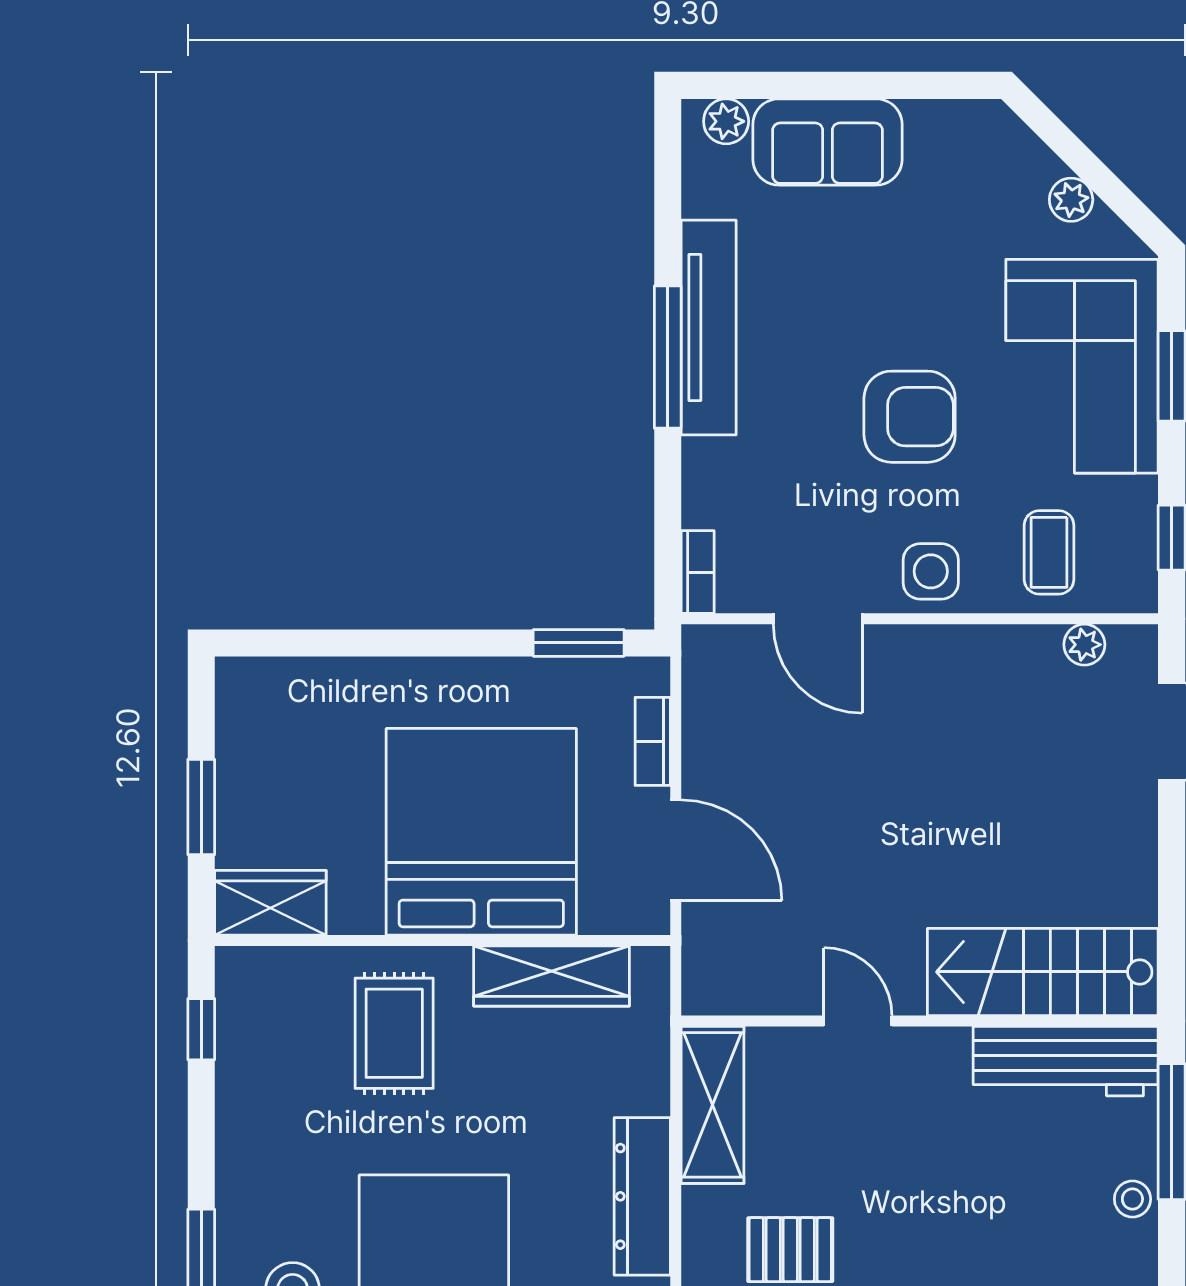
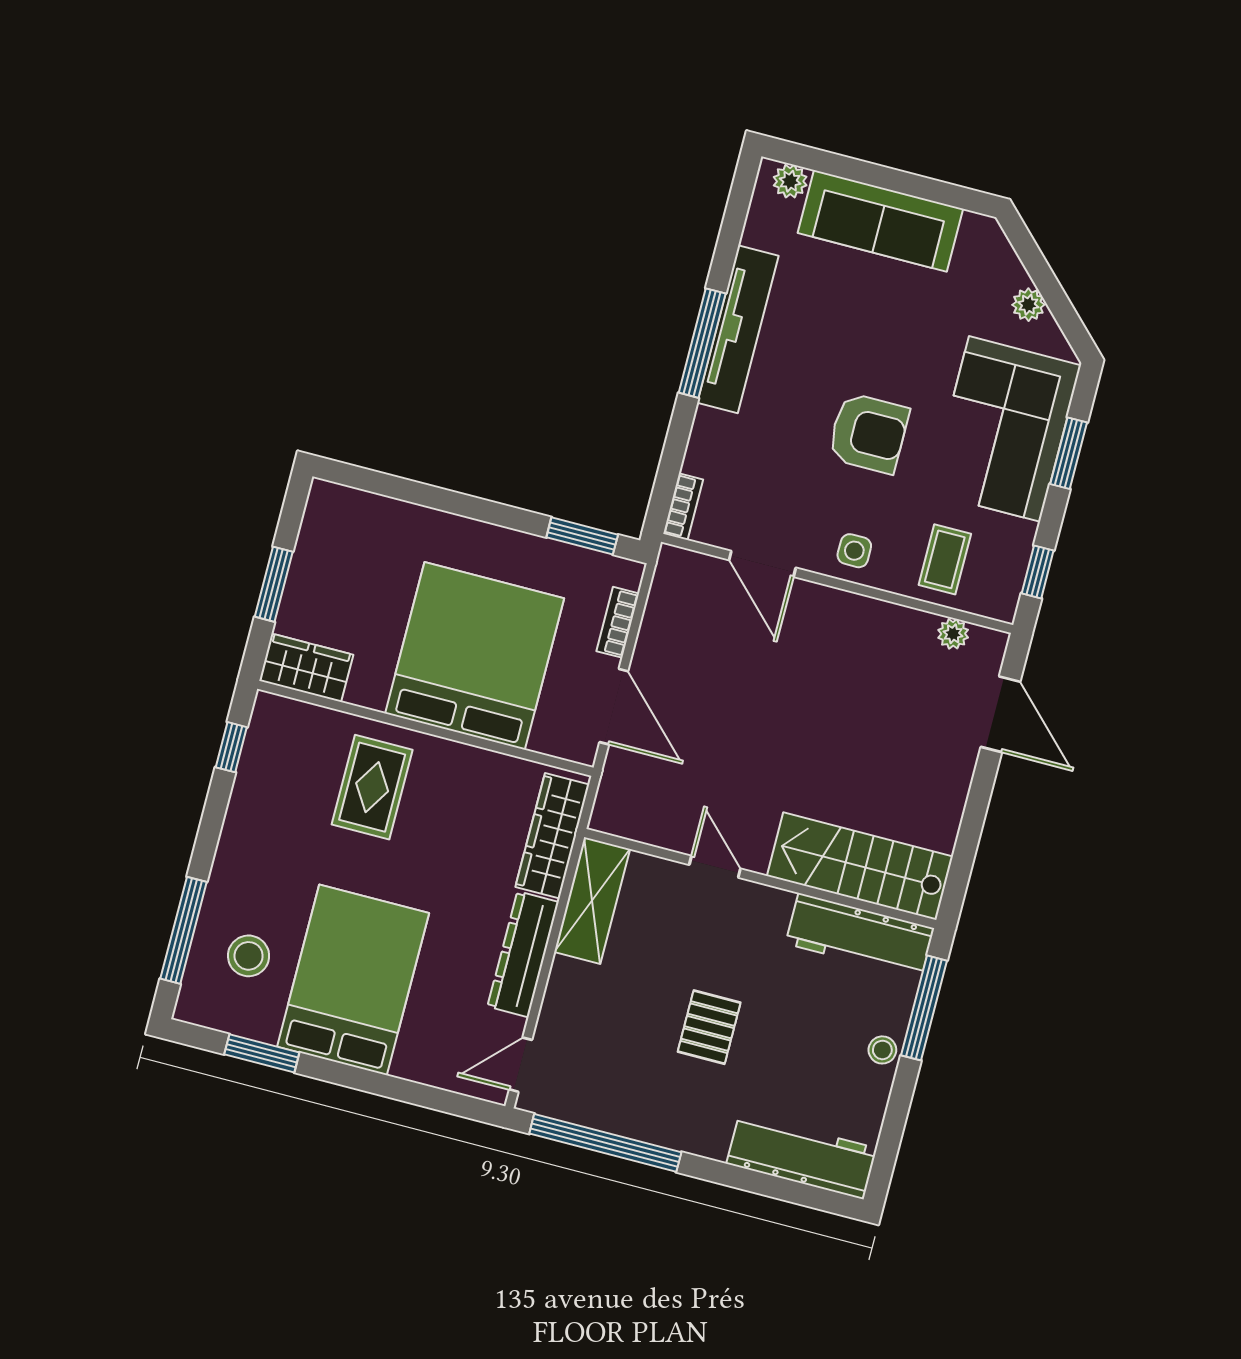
sofa: (828, 142) -> (880, 221), width x1.36
side table: (931, 571) -> (854, 551), width x0.73, depth x0.73
wardrobe: (552, 976) -> (552, 836), moved, turned 90
pallet: (790, 1250) -> (709, 1027), moved, turned 90

